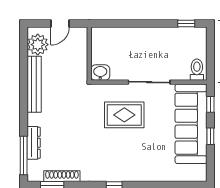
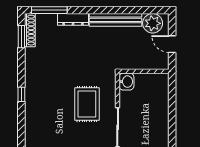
dresser: (34, 143) -> (73, 19), moved
shoe rack: (62, 176) -> (30, 30), moved

